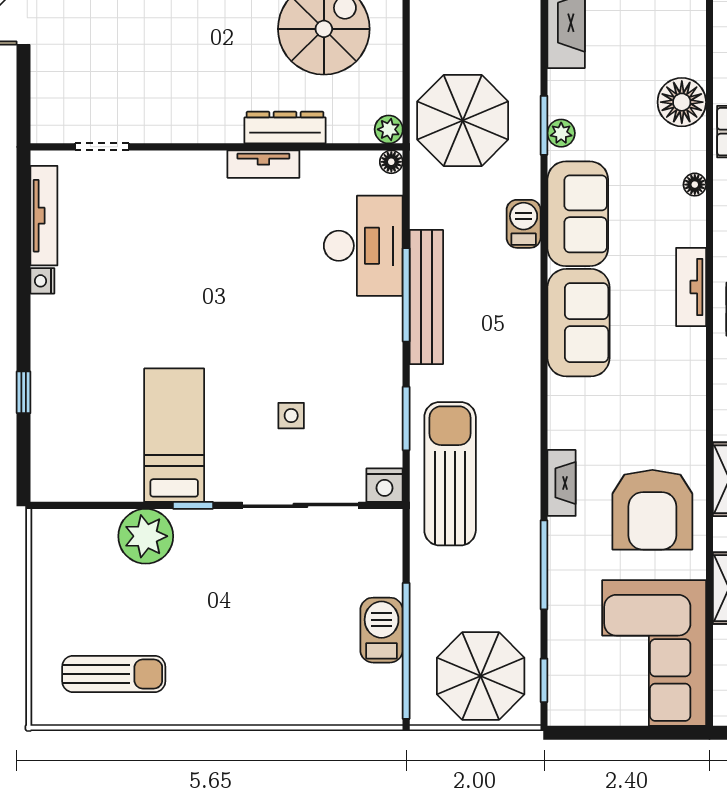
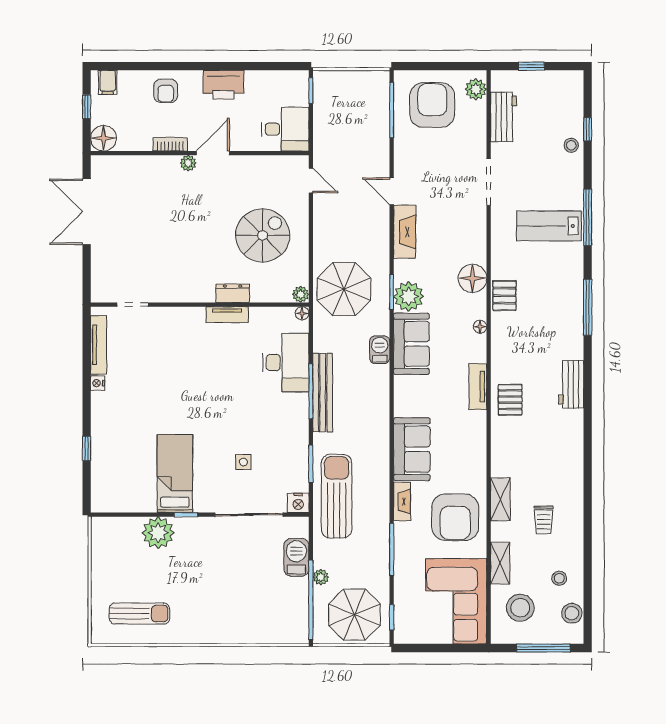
dresser: (285, 128) -> (233, 293), width x0.70
plant: (561, 133) -> (409, 297), width x1.88, depth x1.88
sofa: (579, 323) -> (412, 449), moved
plant: (423, 612) -> (321, 577), added
barbecue: (382, 630) -> (296, 557), moved

